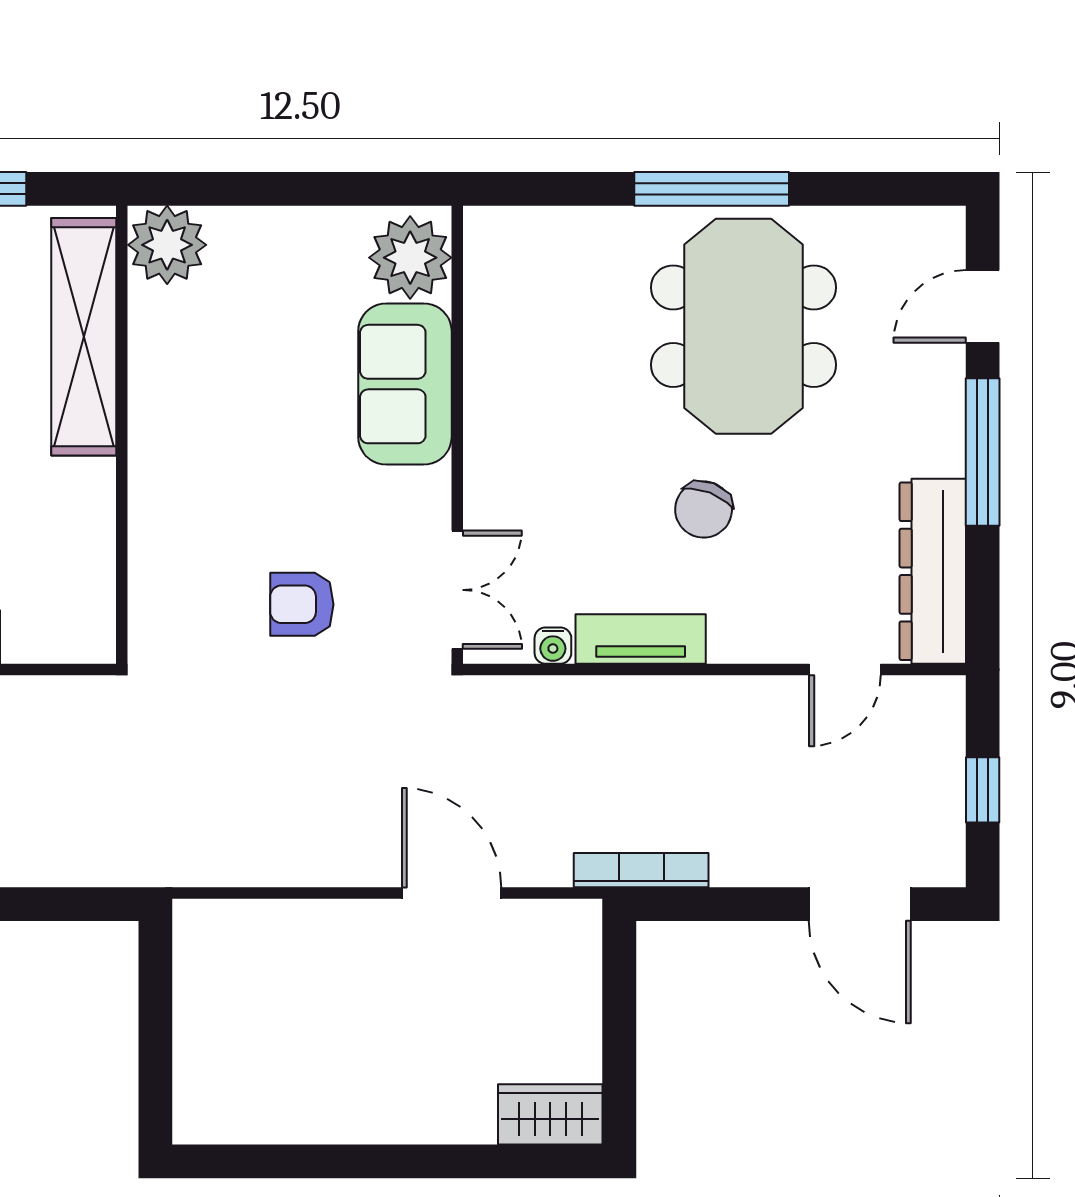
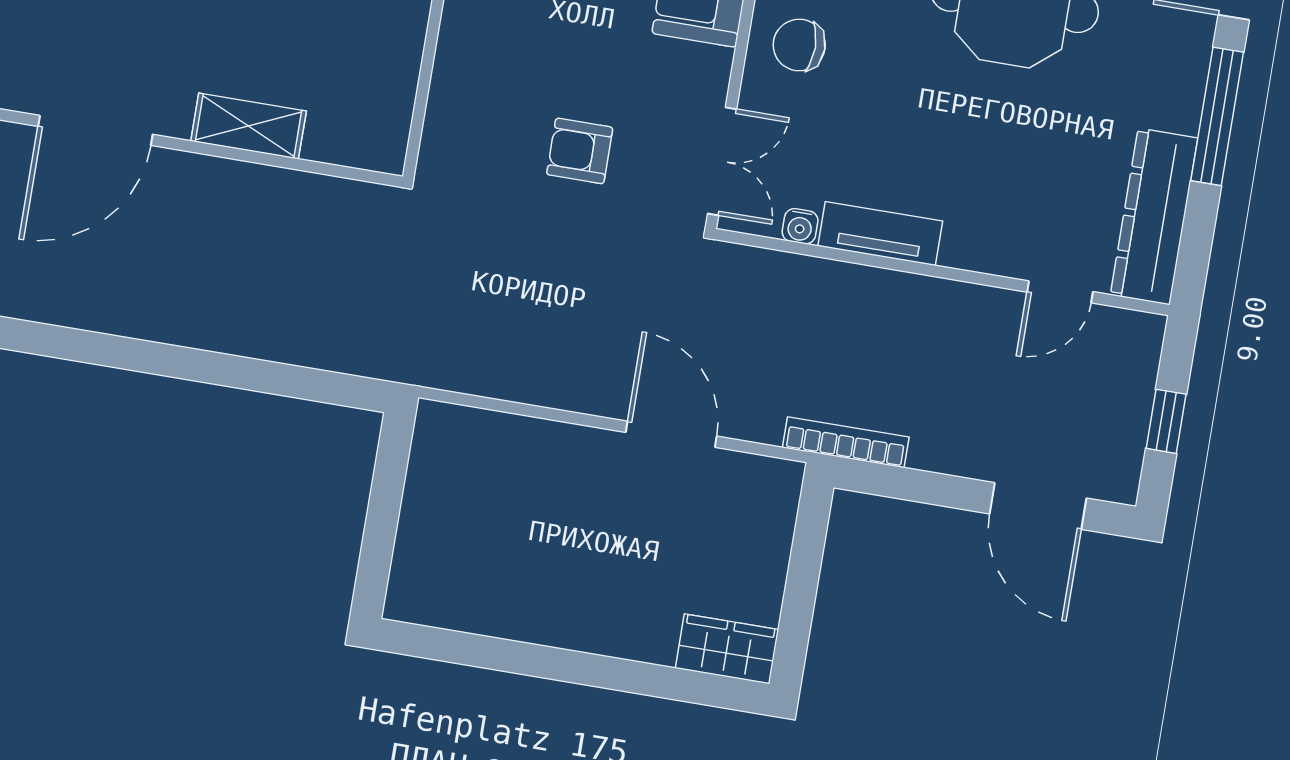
chair: (704, 509) -> (799, 45), moved, turned 69

